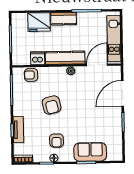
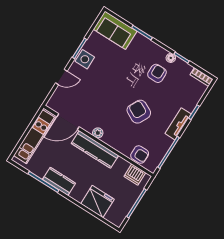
kitchen counter: (64, 19) -> (59, 181), moved
dishwasher: (38, 58) -> (135, 175), moved
door: (123, 93) -> (61, 77), width x0.53
armchair: (52, 105) -> (139, 112), turned -50
side table: (114, 117) -> (85, 59), added
tv unit: (18, 130) -> (178, 124), moved
sofa: (90, 152) -> (115, 30), moved

